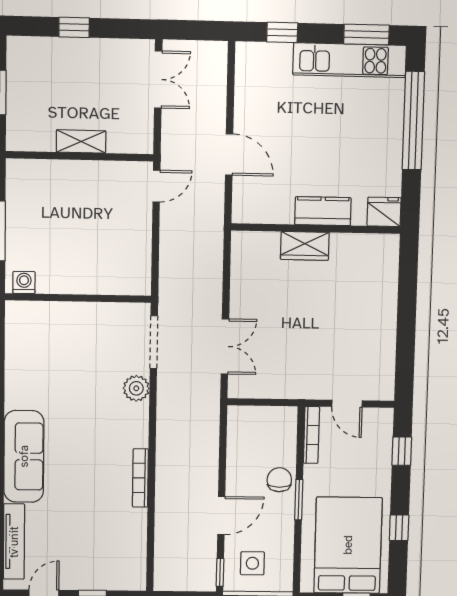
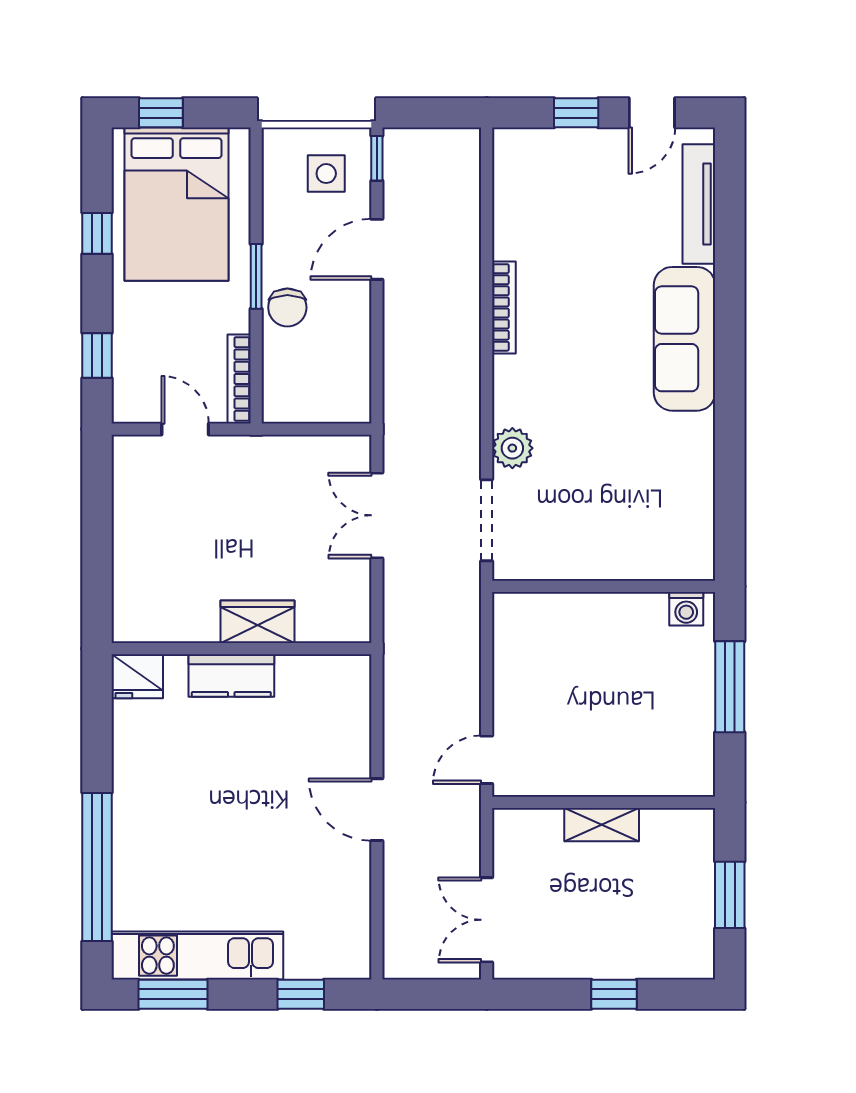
kitchen counter: (323, 211) -> (231, 676), moved
fridge: (384, 212) -> (137, 676), moved
wall: (316, 229) -> (241, 649), moved
wardrobe: (305, 246) -> (258, 622), moved

